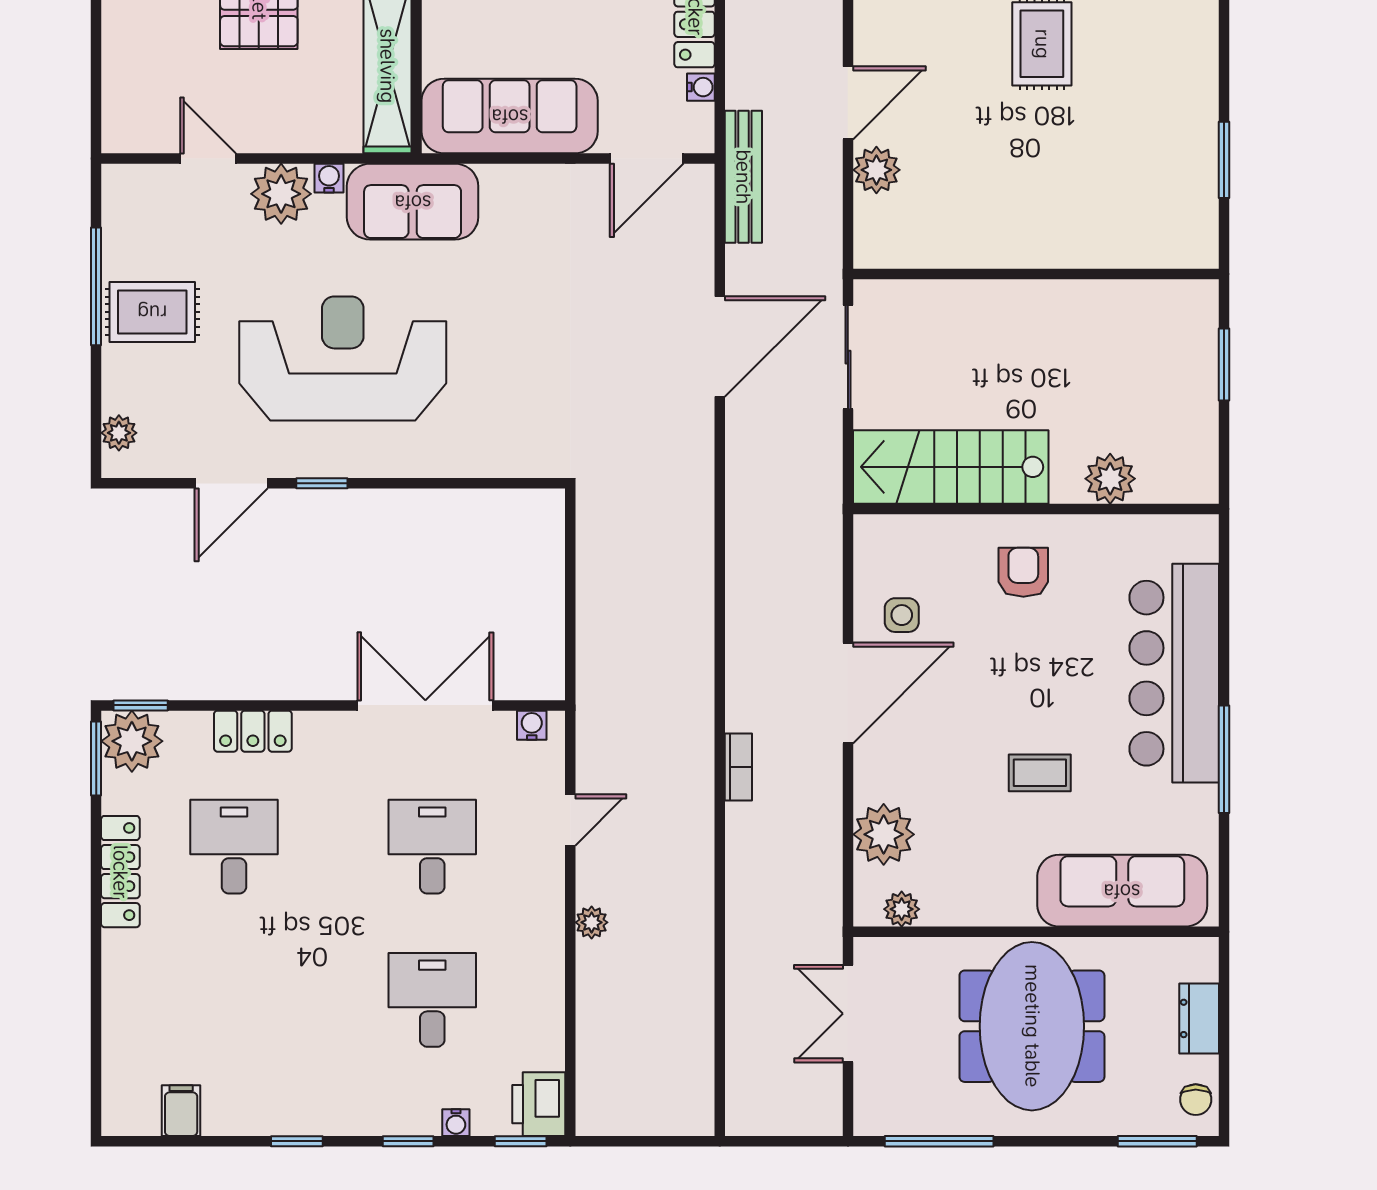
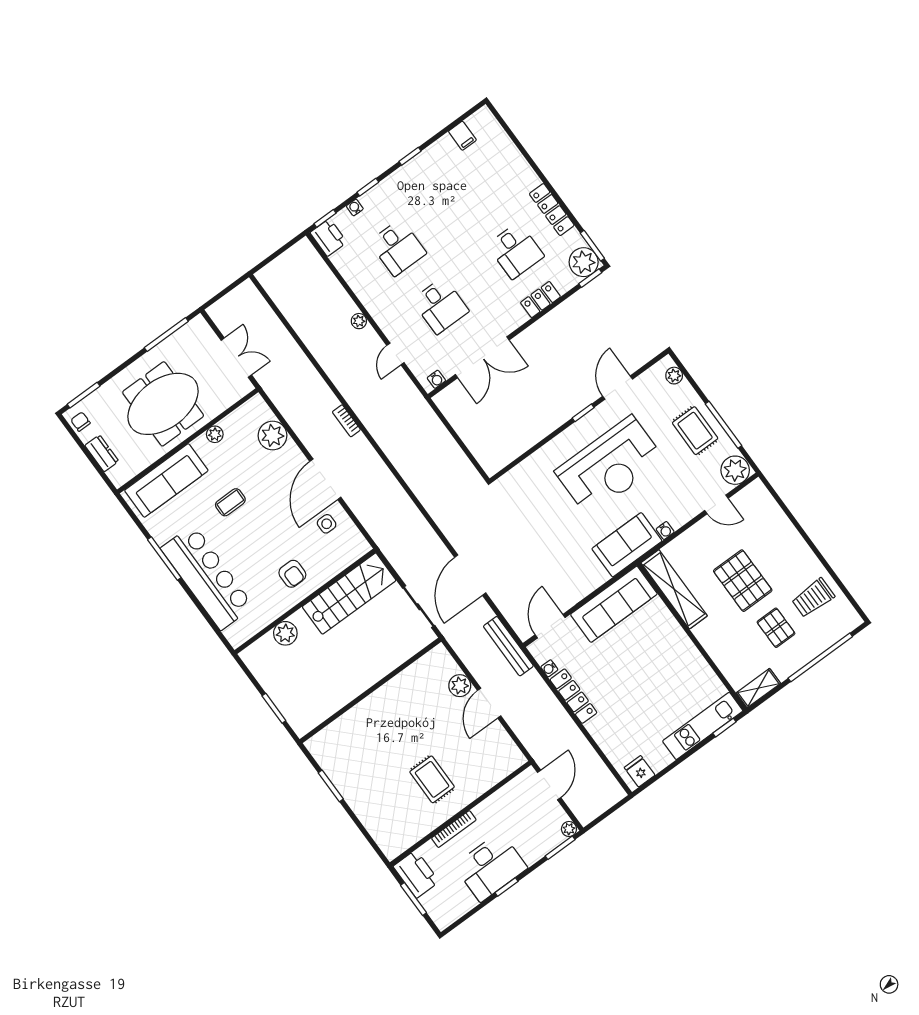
plant: (281, 194) -> (735, 470), moved
rug: (152, 312) -> (695, 431), turned 90
plant: (902, 909) -> (215, 434), moved
meeting table: (1032, 1026) -> (163, 404), turned 90

